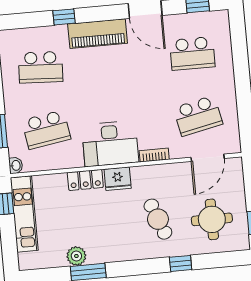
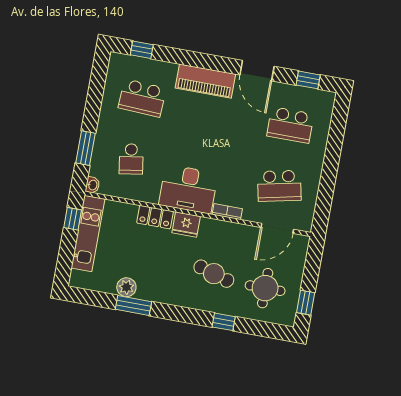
window: (64, 17) -> (142, 50), moved
school desk: (46, 130) -> (131, 159), width x0.54
cafe table: (158, 219) -> (214, 274), turned -52

